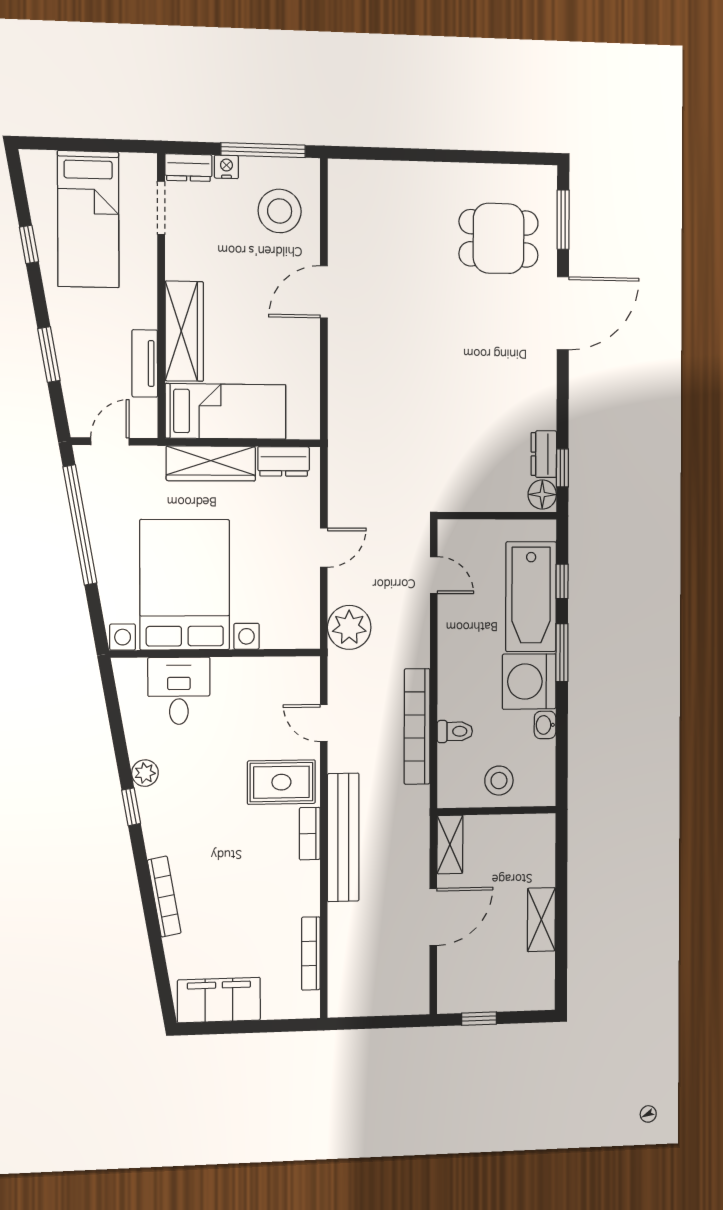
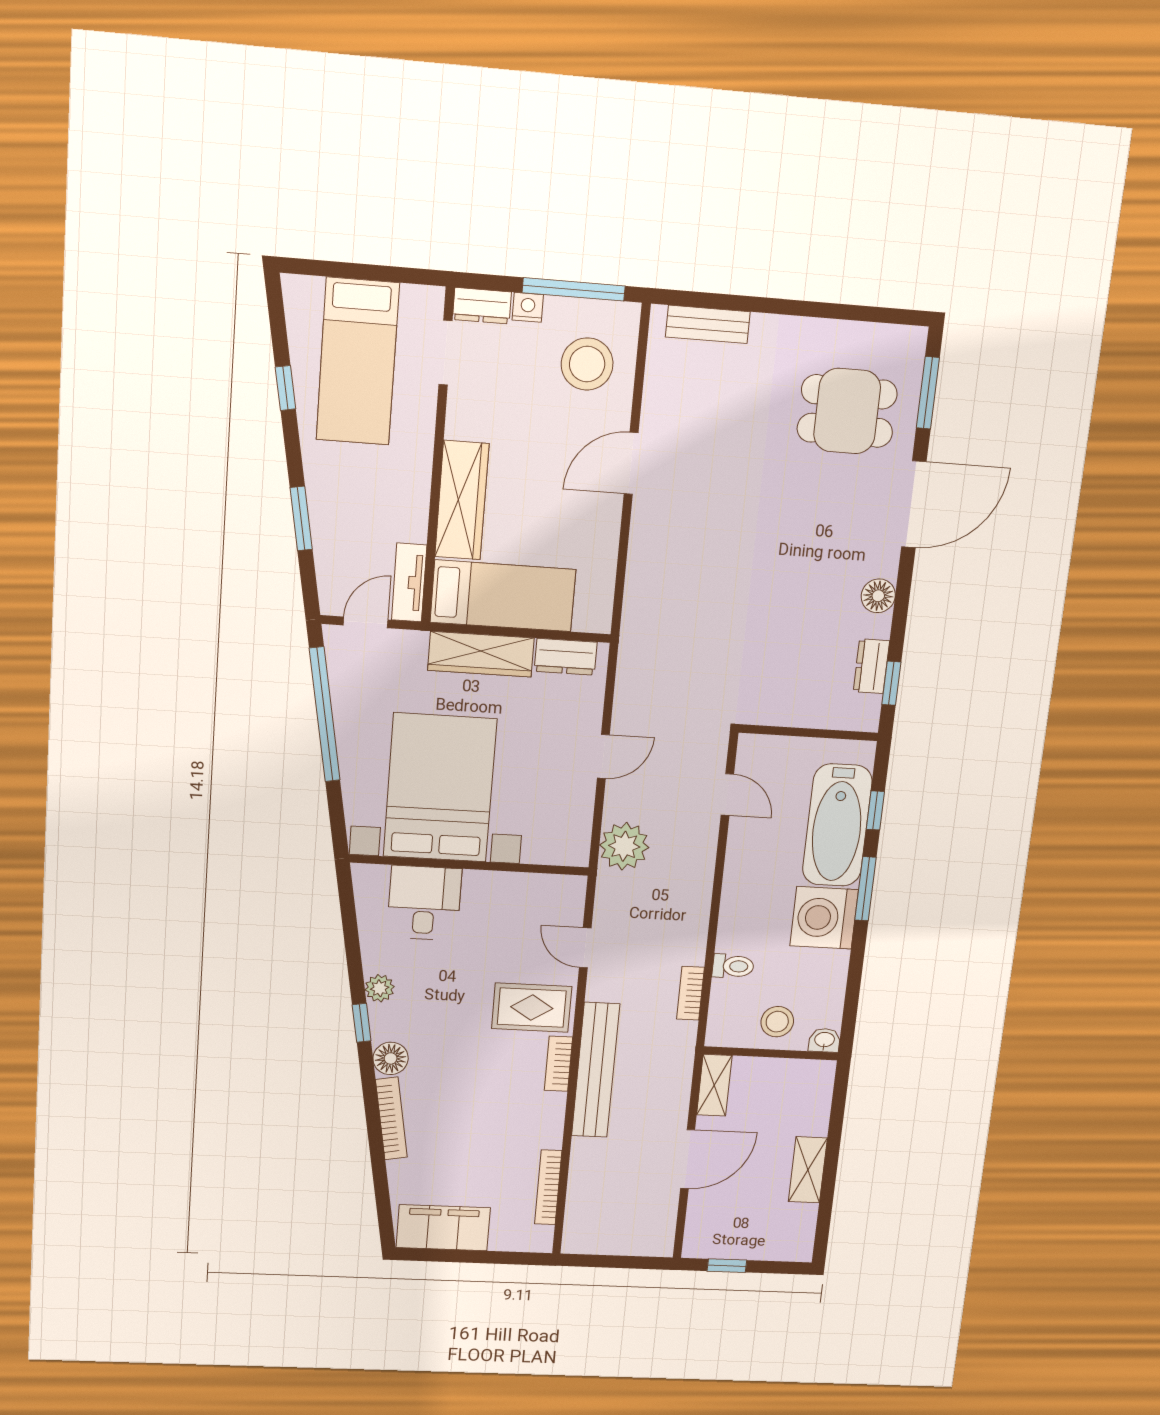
bench: (376, 173) -> (708, 324), added
tv unit: (145, 363) -> (409, 582), moved
floor lamp: (542, 494) -> (878, 596), moved
washbasin: (545, 725) -> (824, 1040), moved, turned 90
bookcase: (417, 726) -> (690, 993), width x0.43, depth x0.76
floor lamp: (159, 839) -> (391, 1058), added

